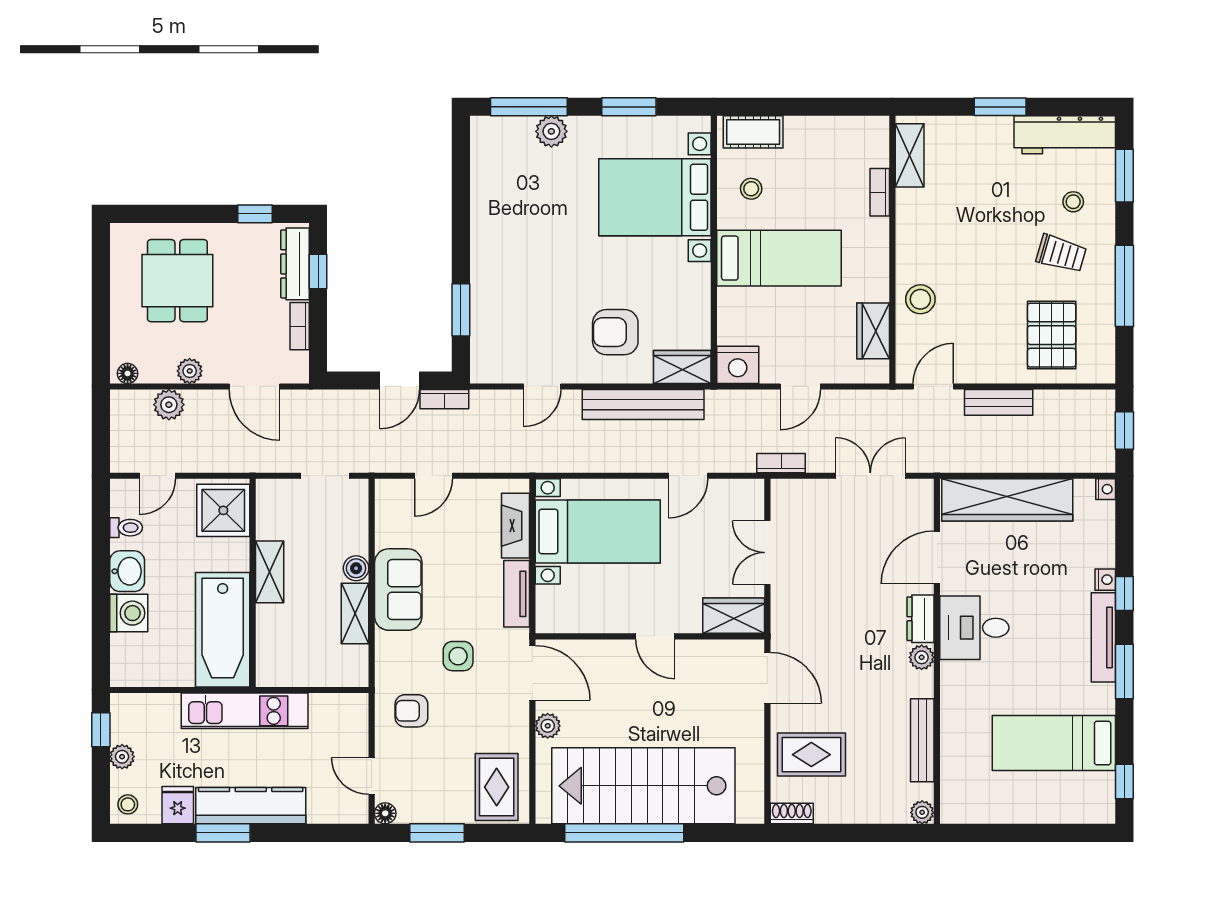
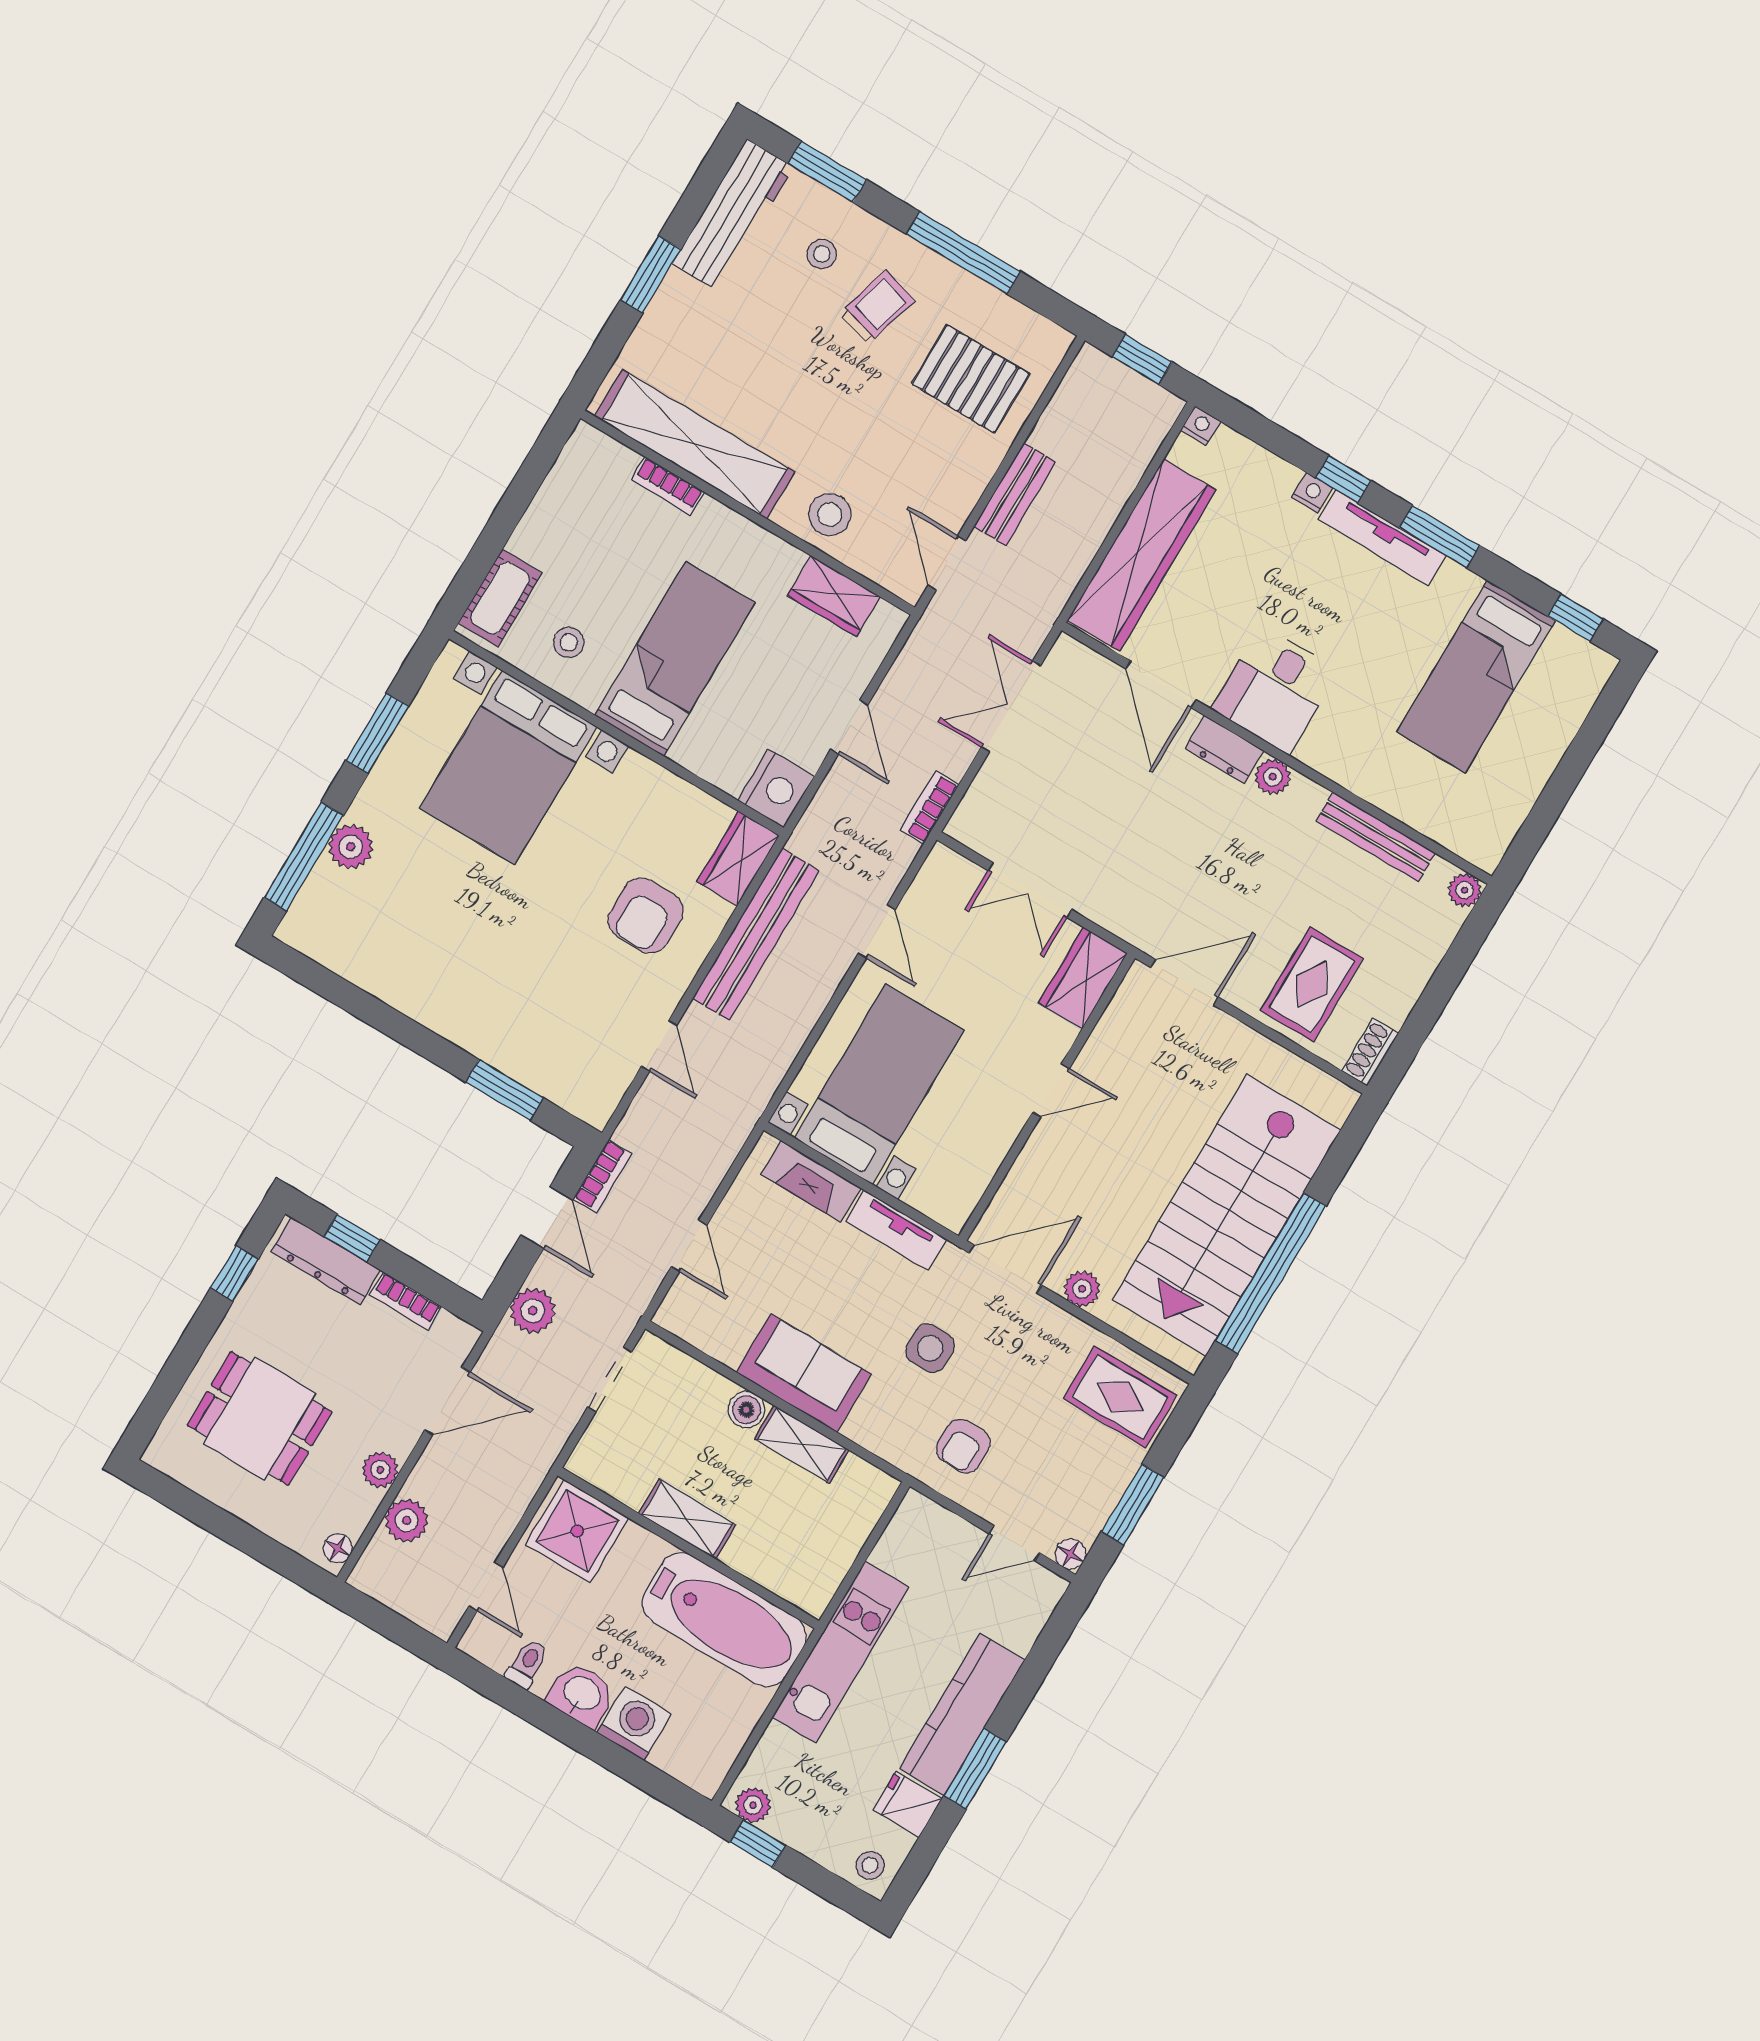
shelving: (910, 155) -> (695, 444), width x2.20, depth x1.33
plant: (339, 405) -> (533, 1311), added
plant: (122, 757) -> (753, 1805), moved

